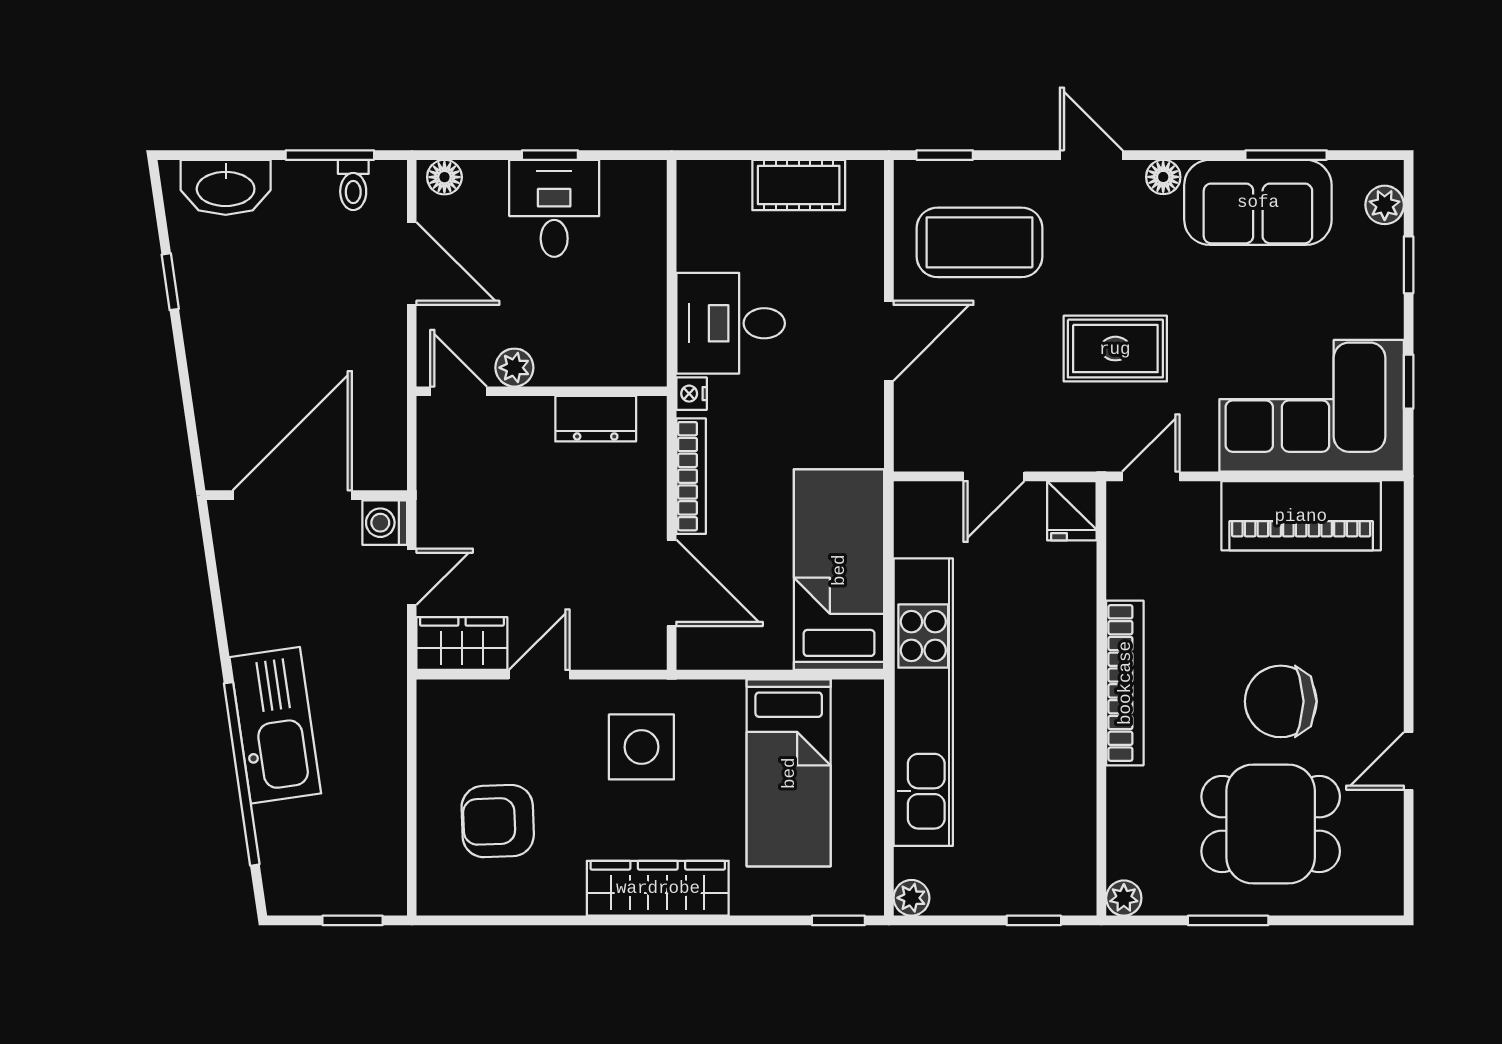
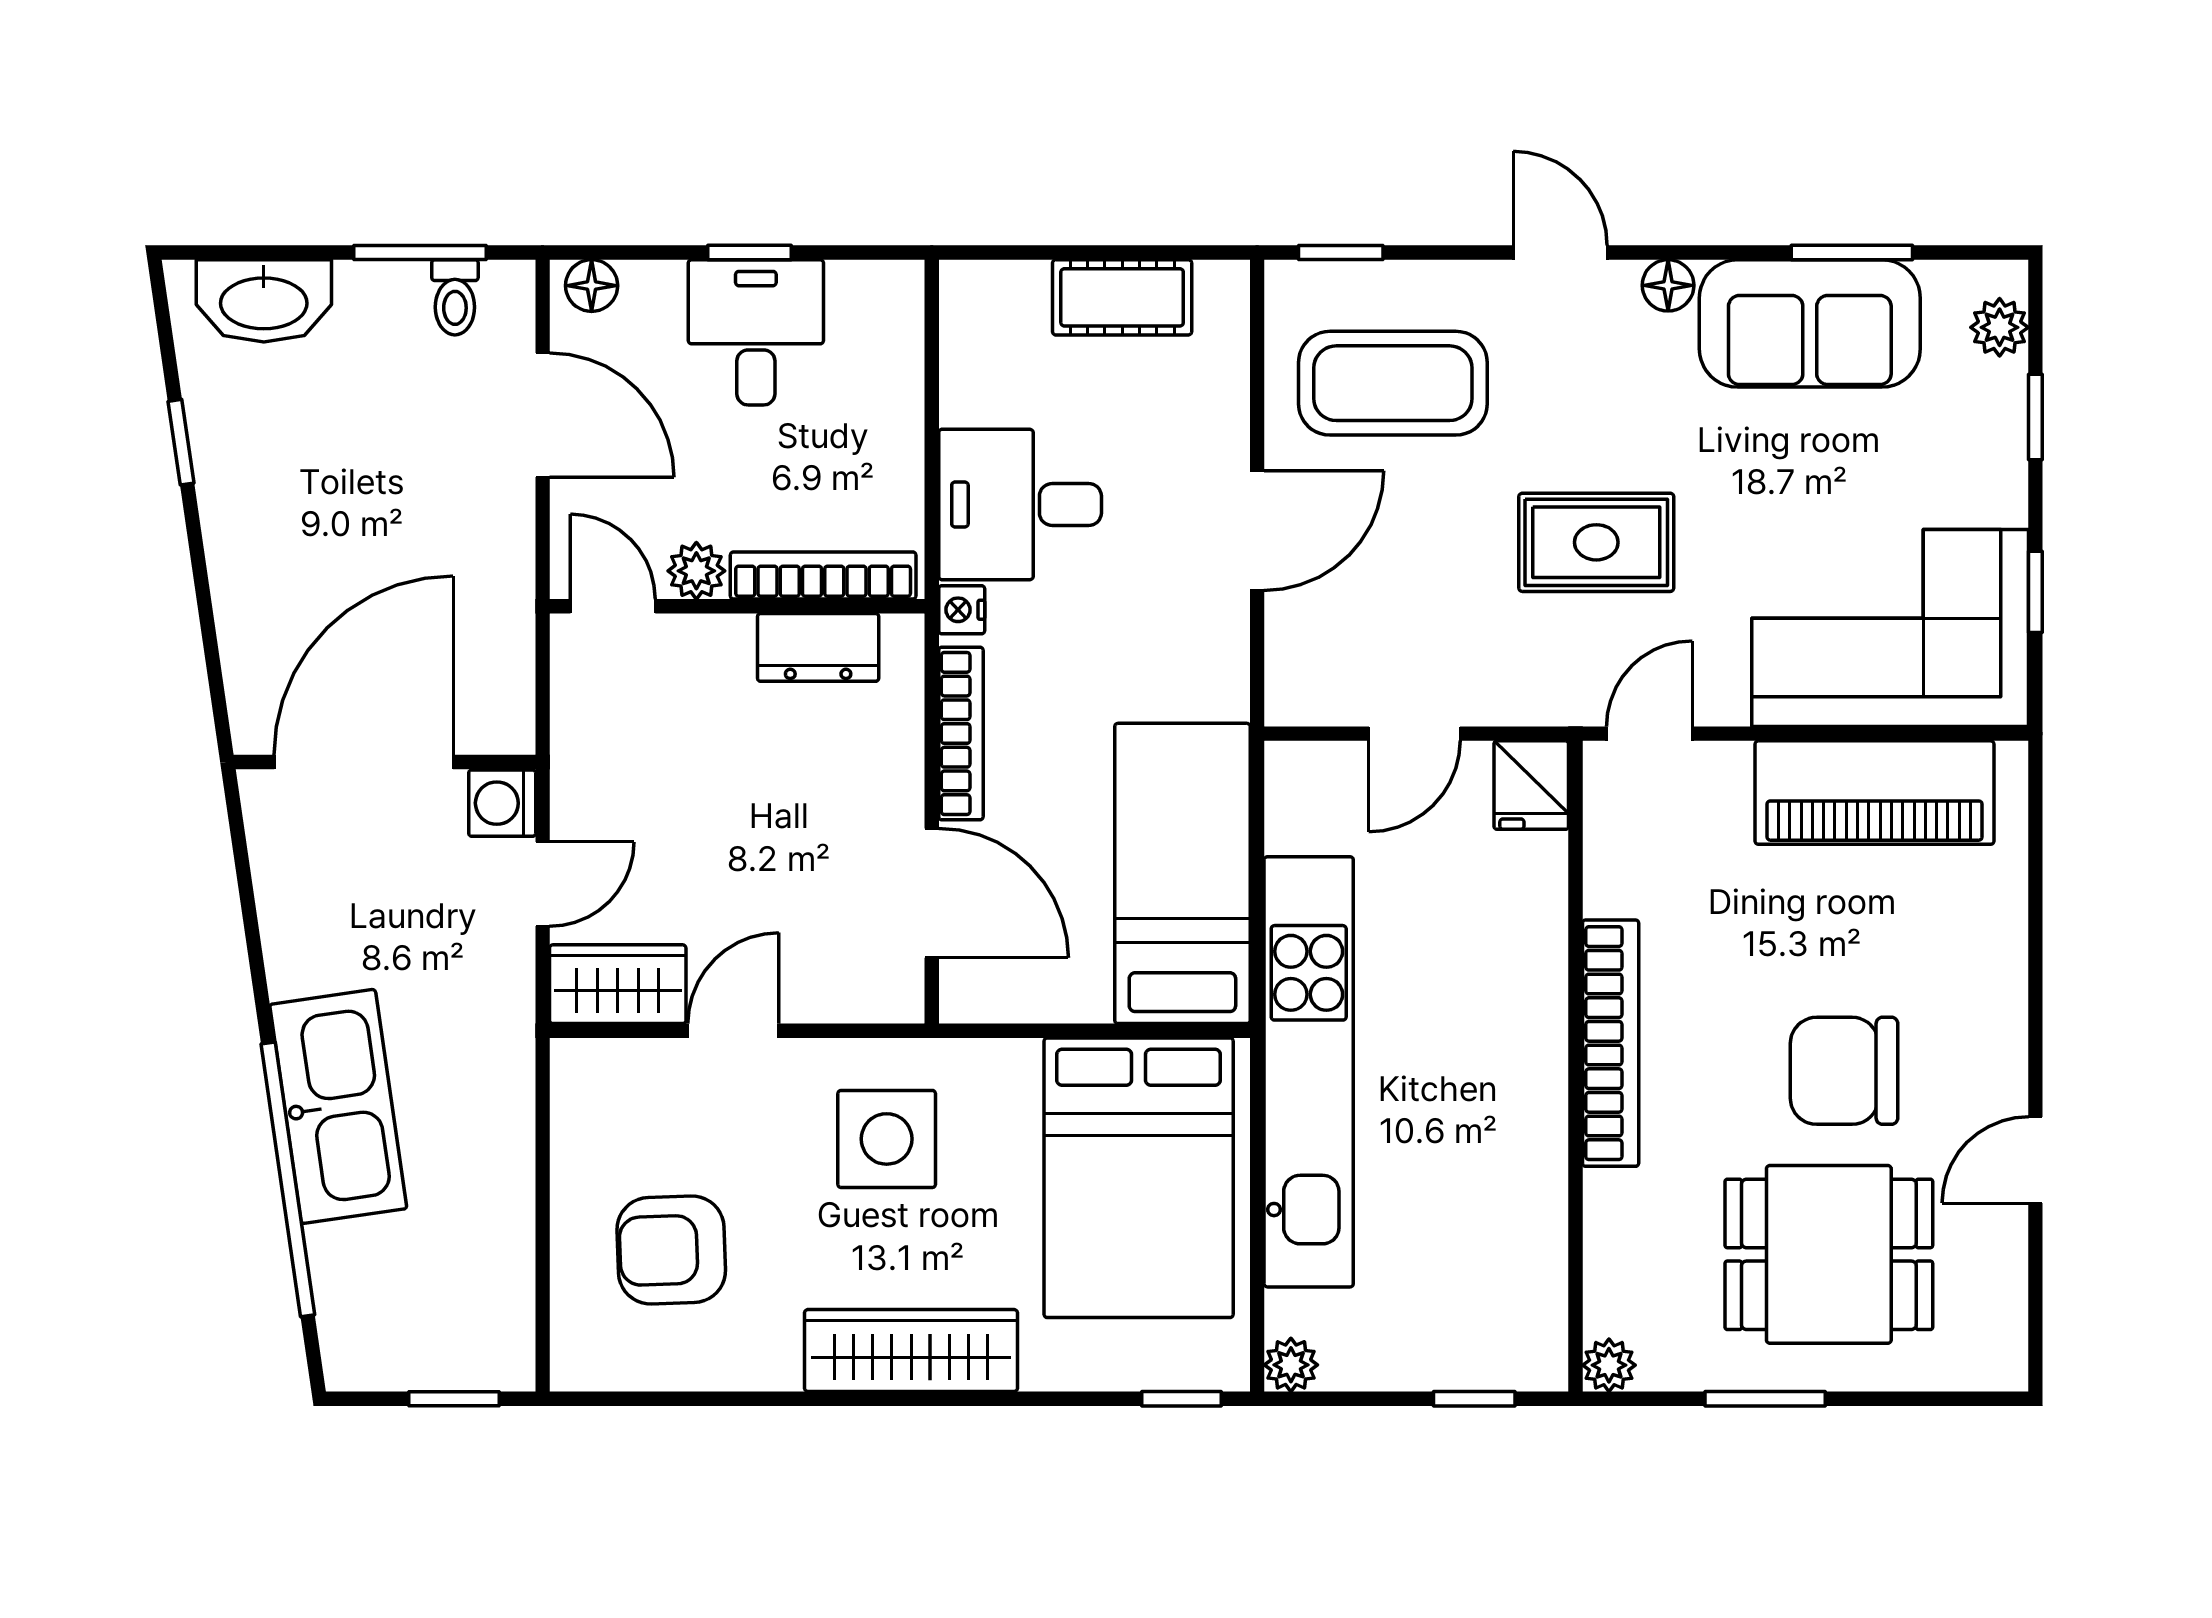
bookcase: (599, 371) -> (823, 575), added
bed: (789, 773) -> (1139, 1178), width x1.50

